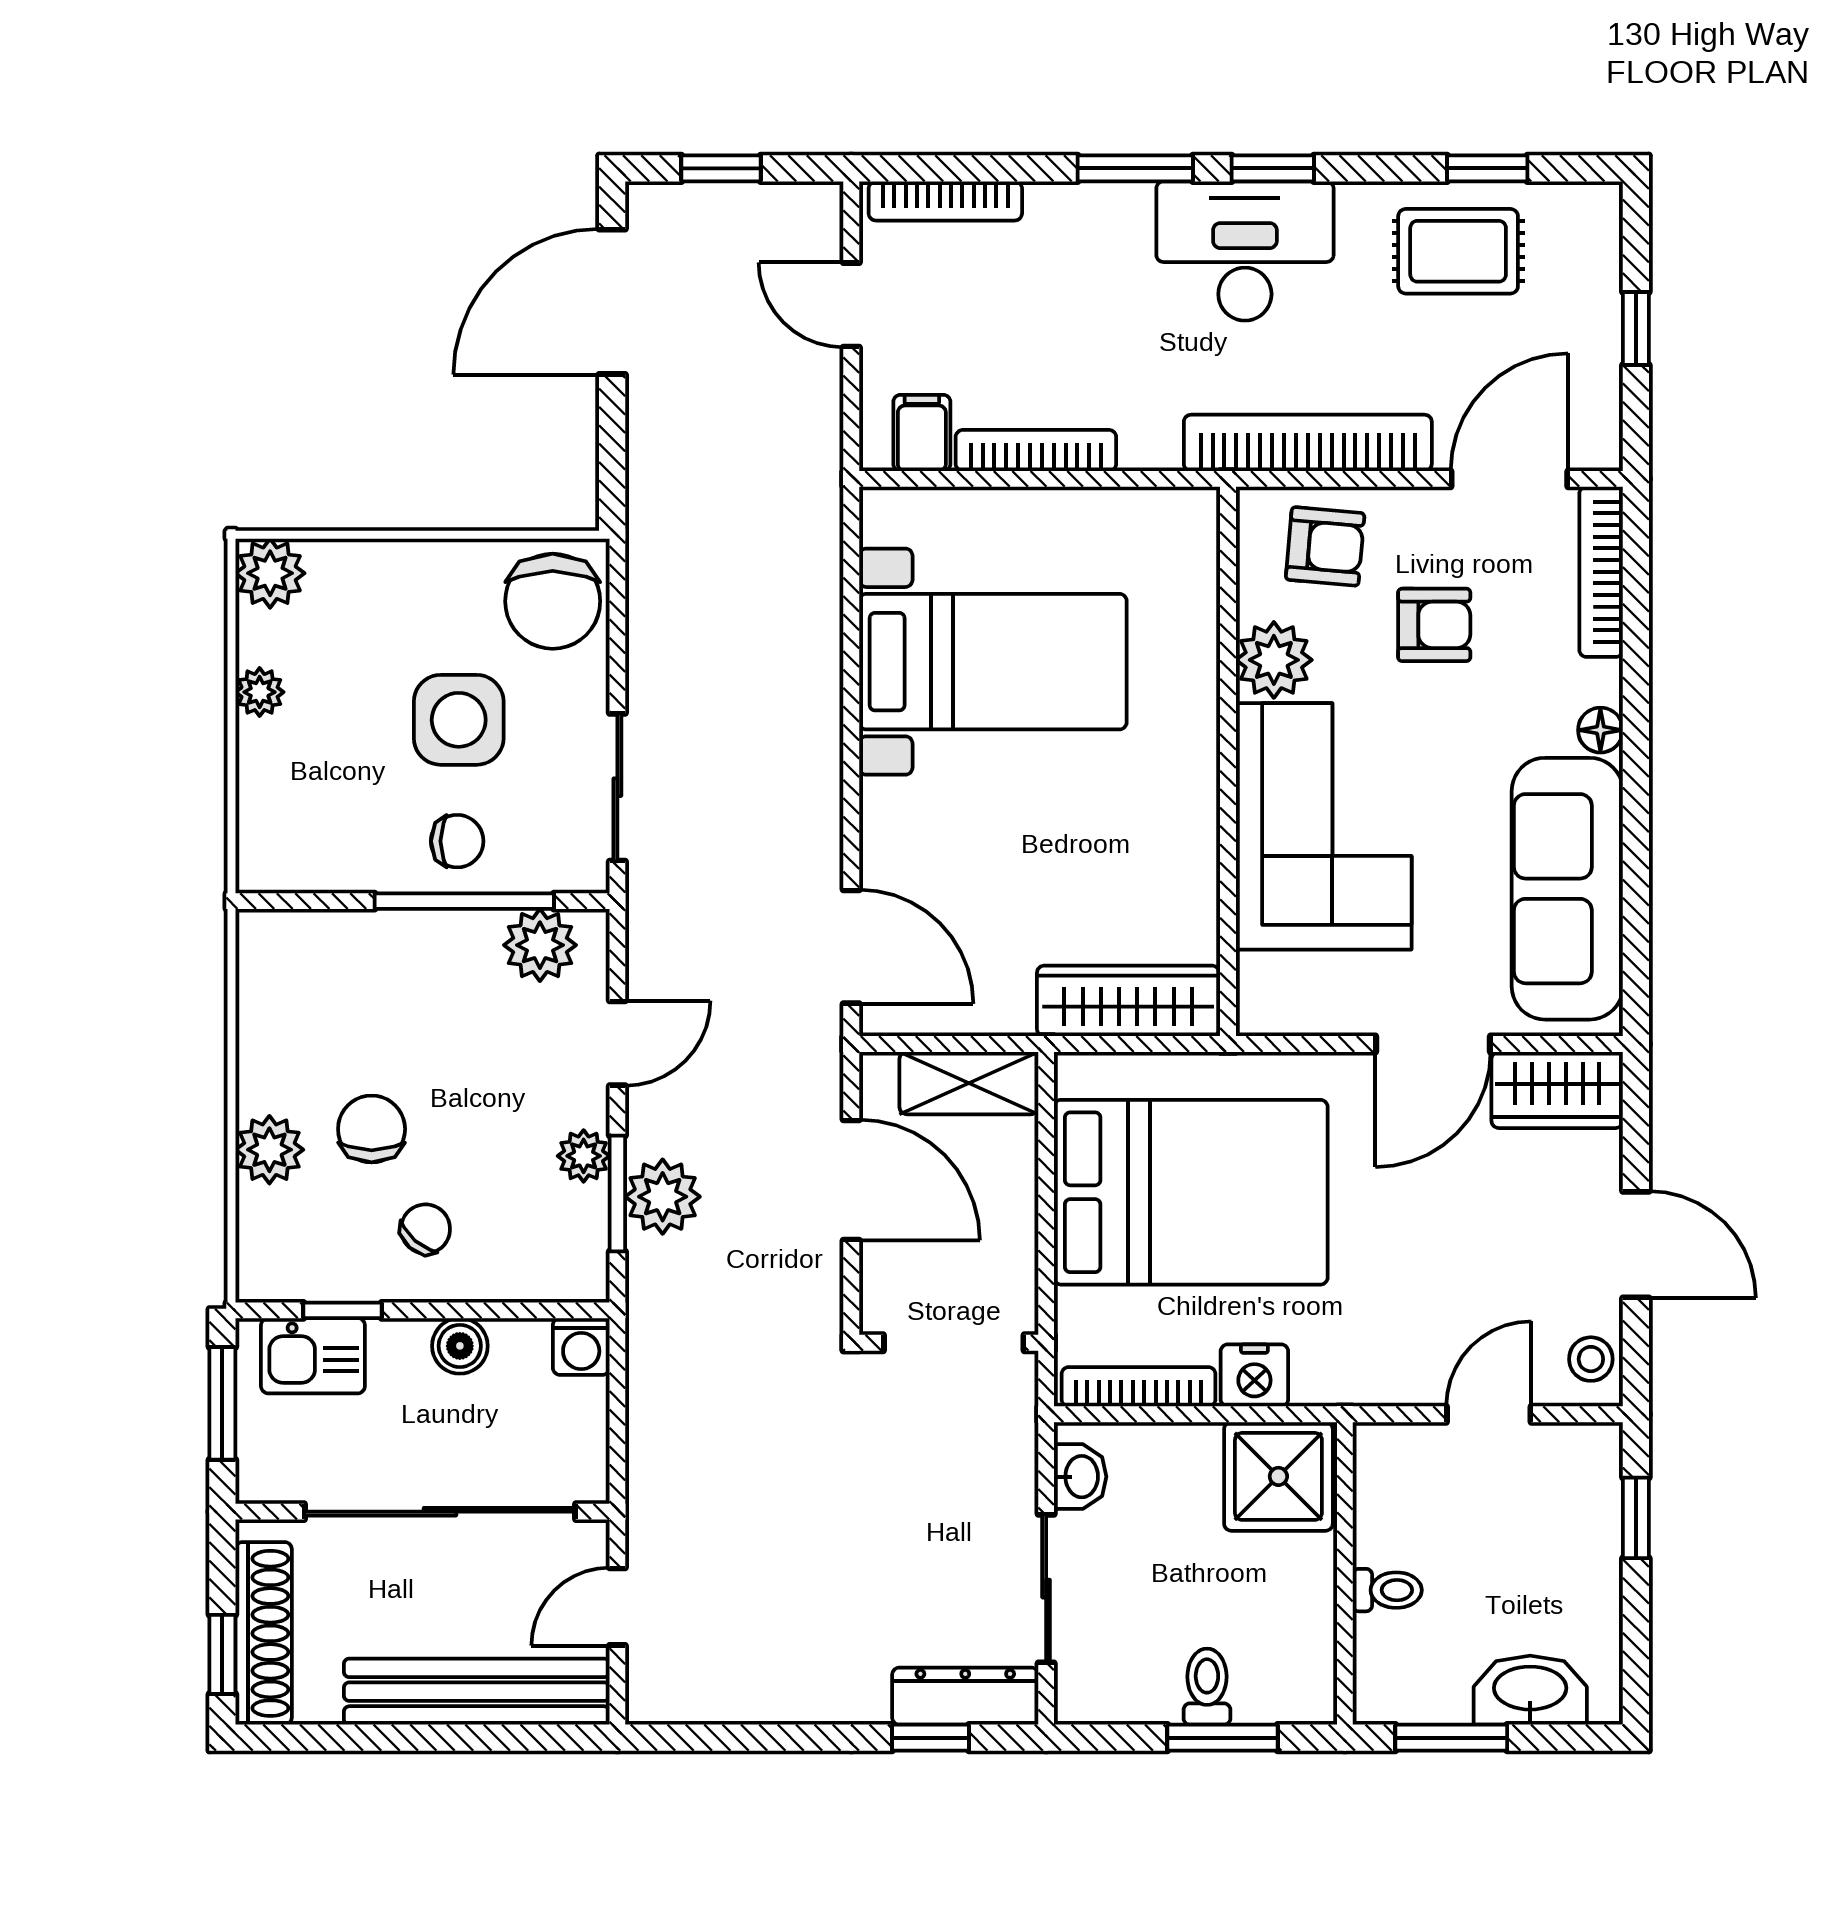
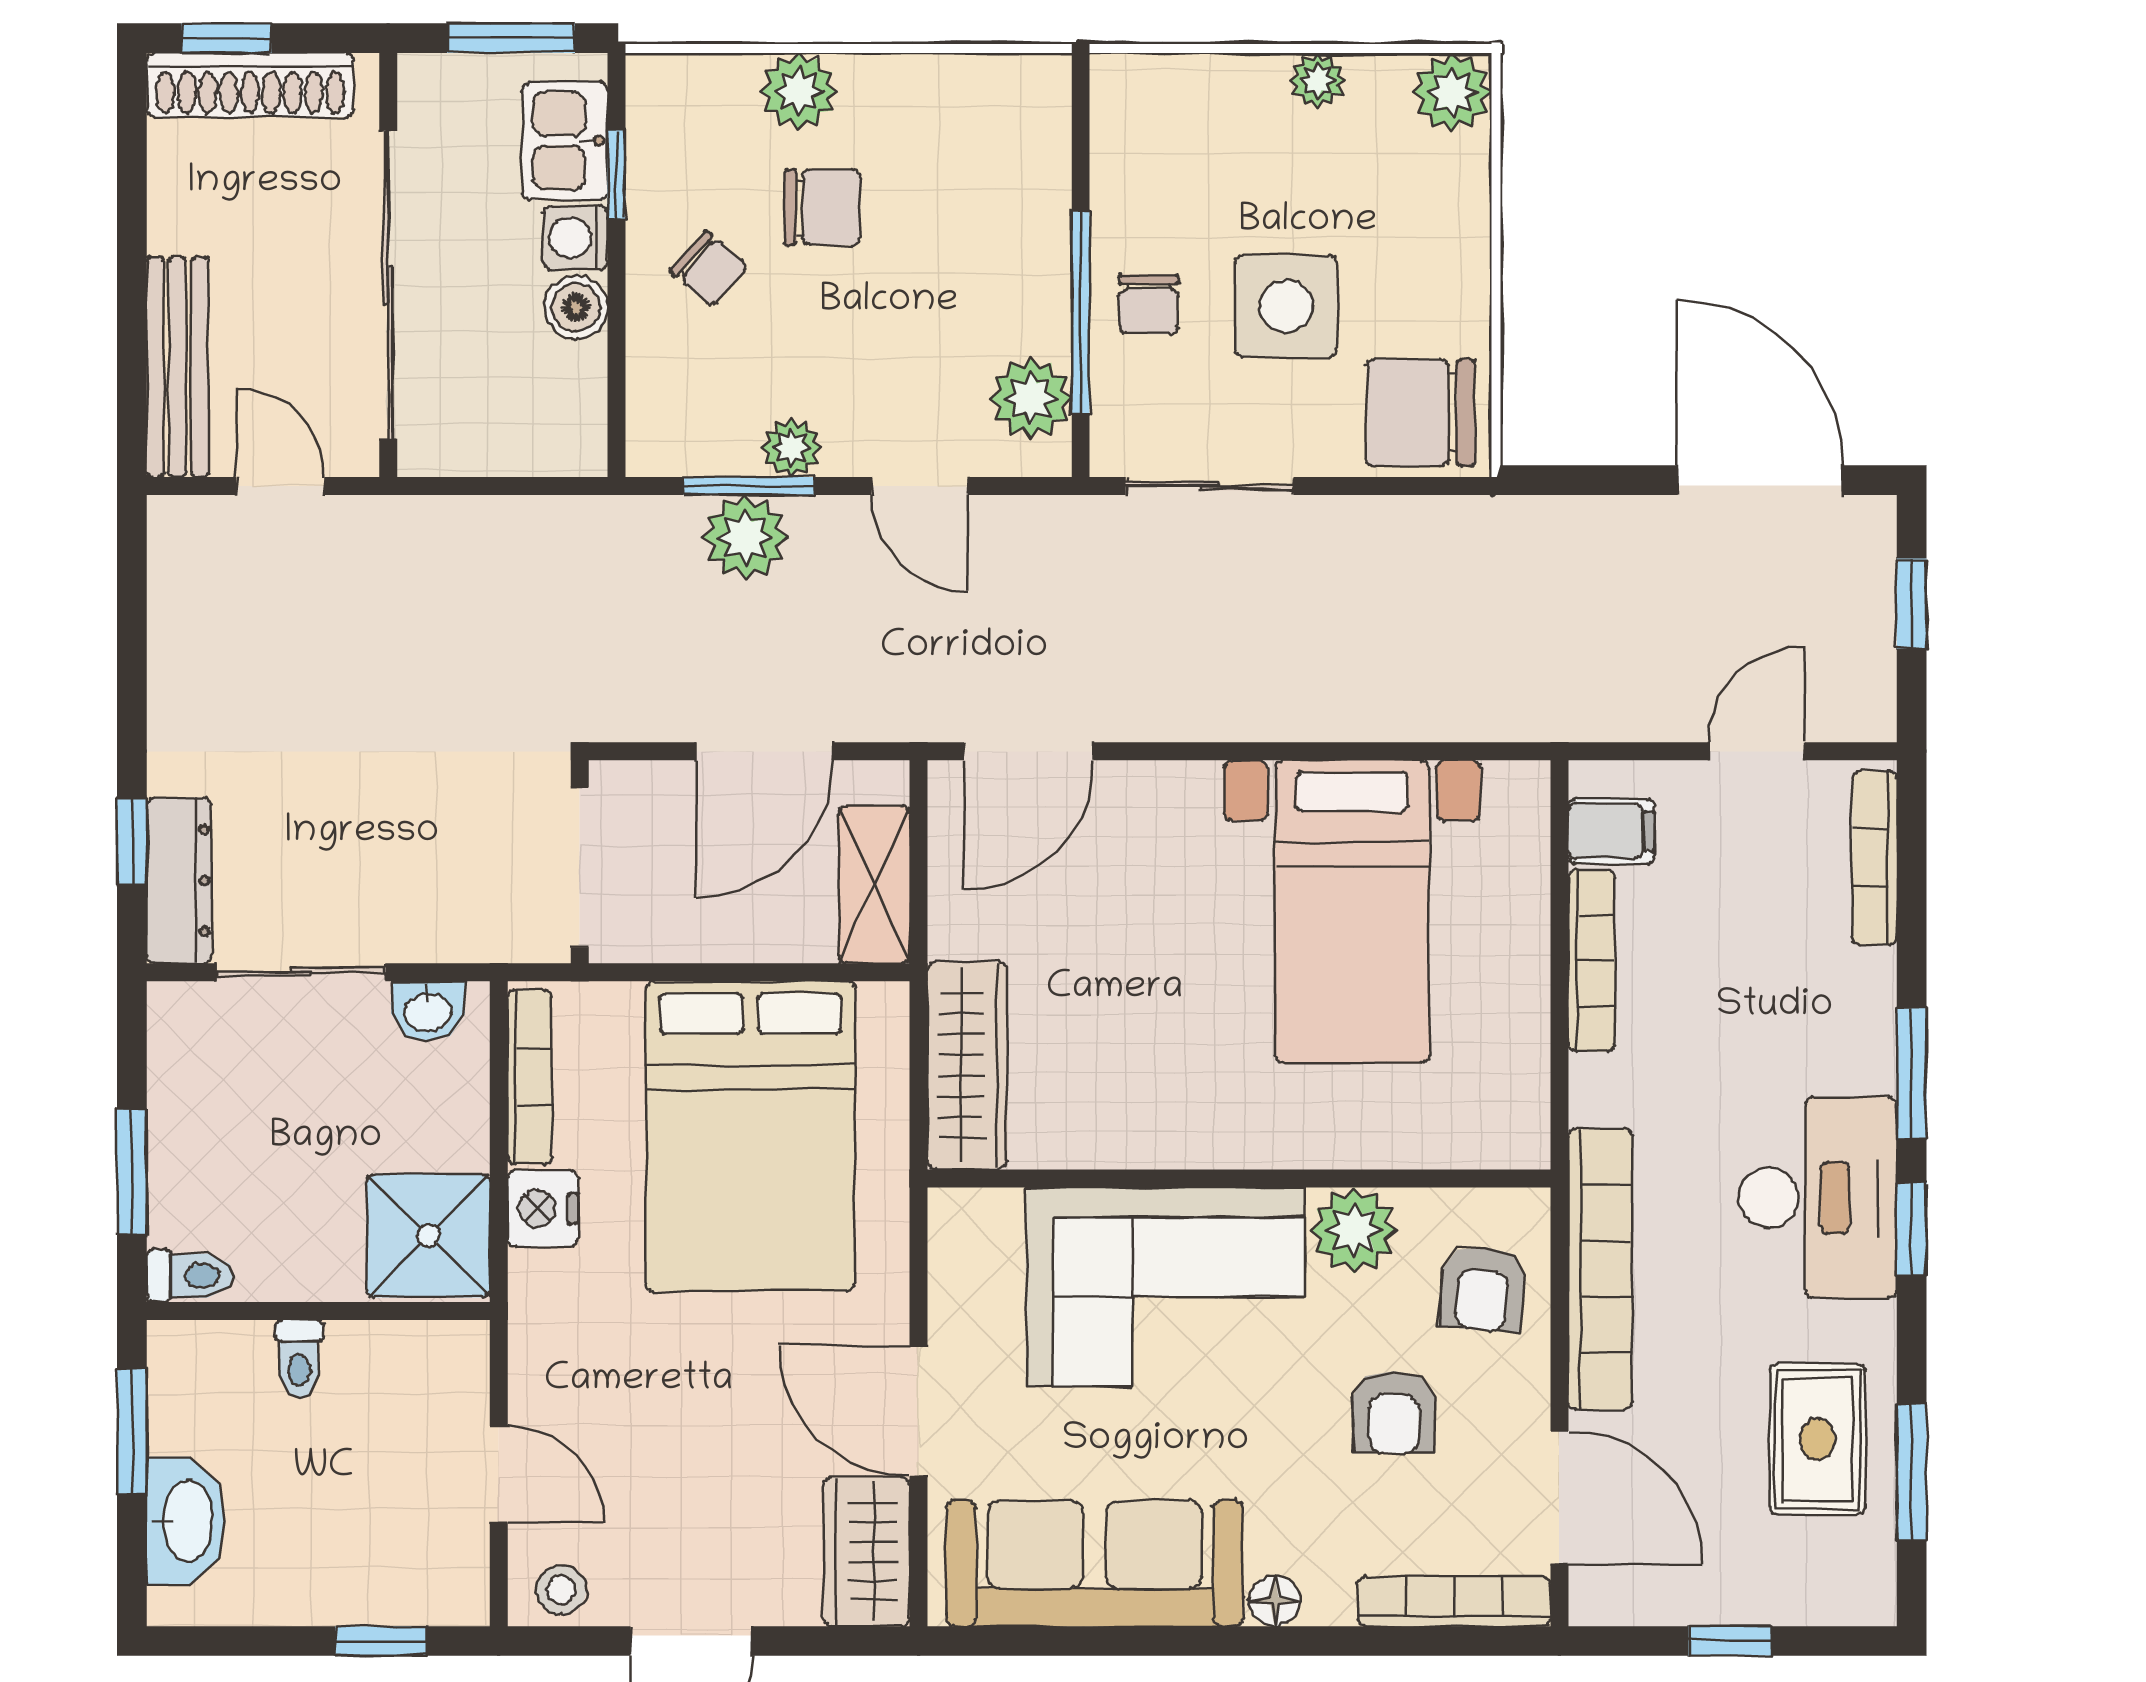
window: (1487, 168) -> (1912, 1472), width x1.50
washing machine: (581, 1346) -> (576, 238), moved
toilet: (1207, 1687) -> (190, 1276), moved
bench: (477, 1692) -> (177, 367), width x0.73, depth x0.82

